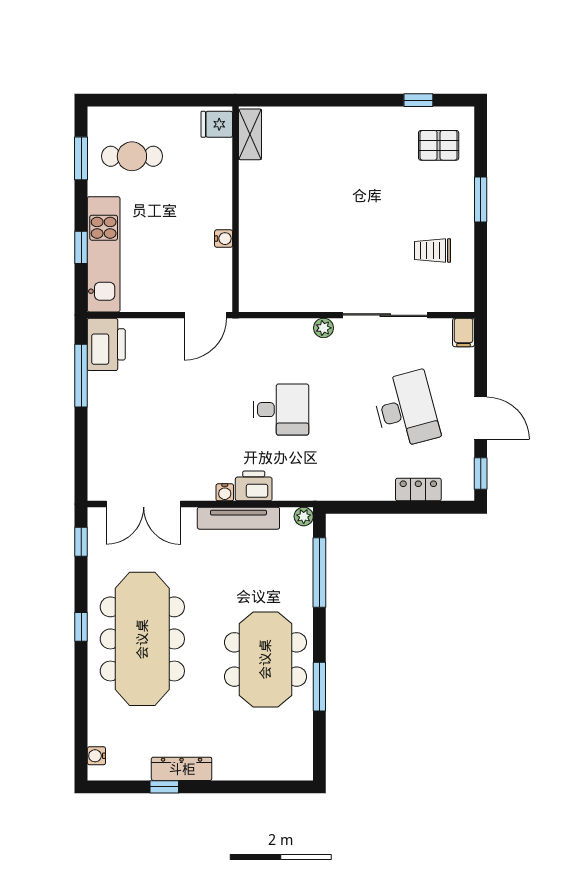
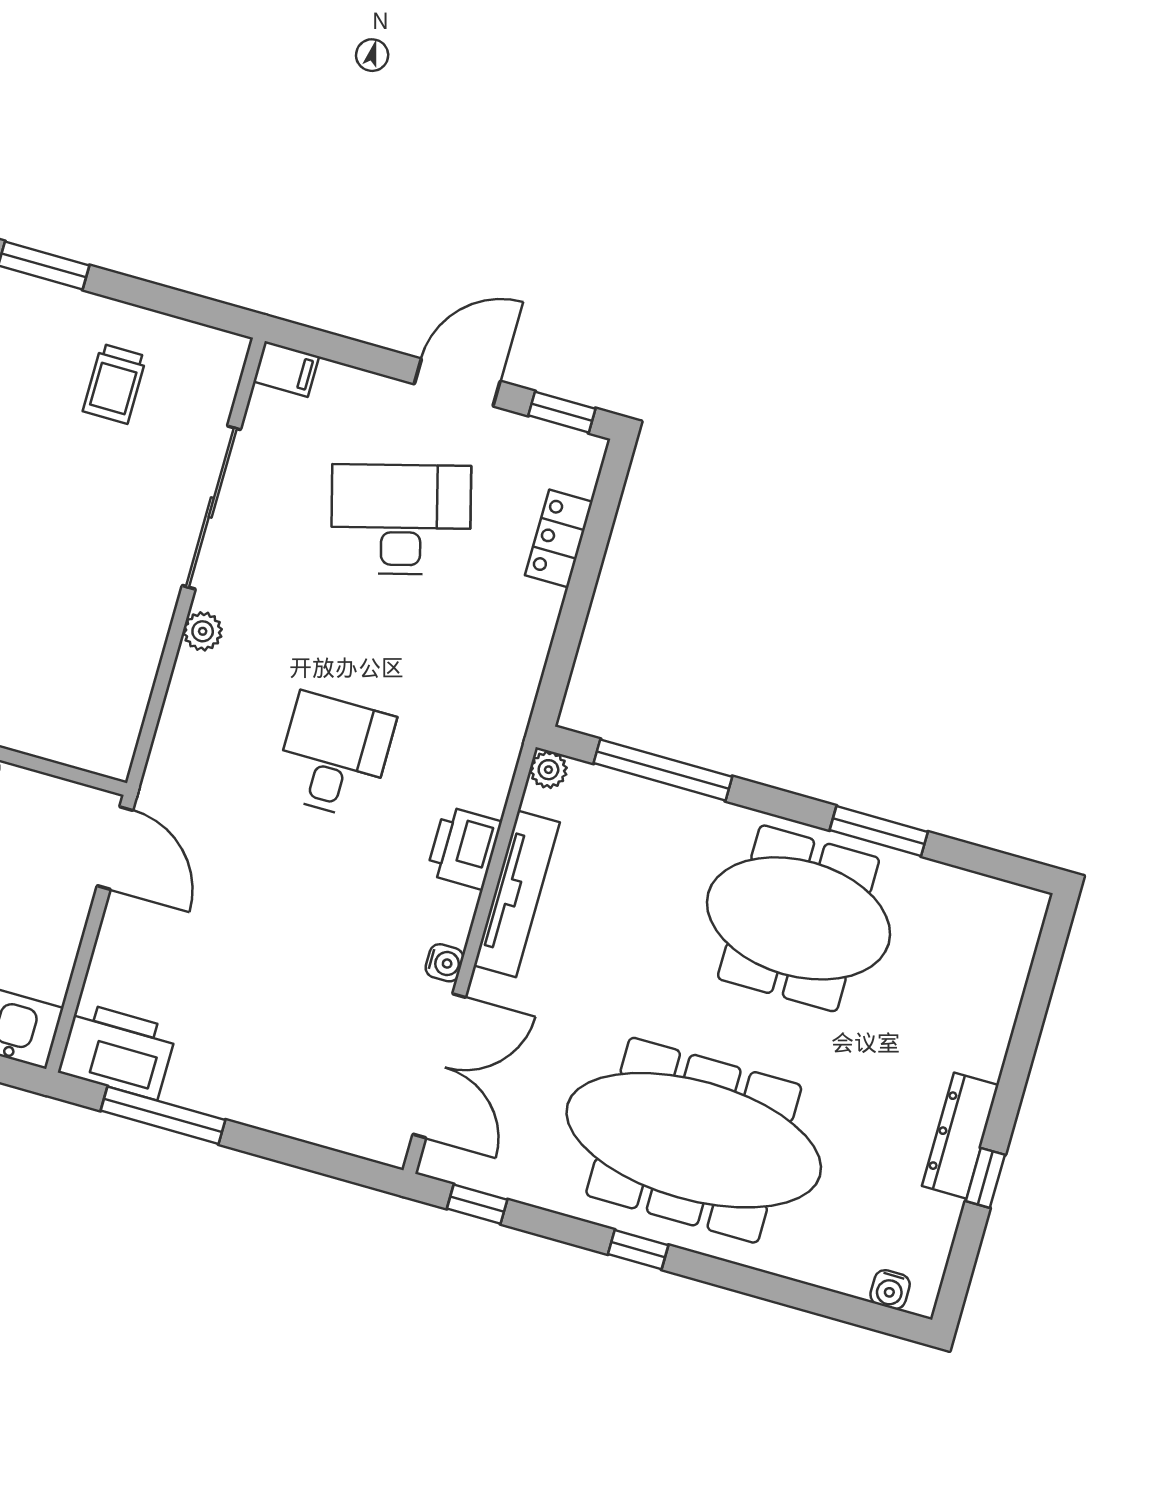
water cooler: (225, 492) -> (444, 963), moved

